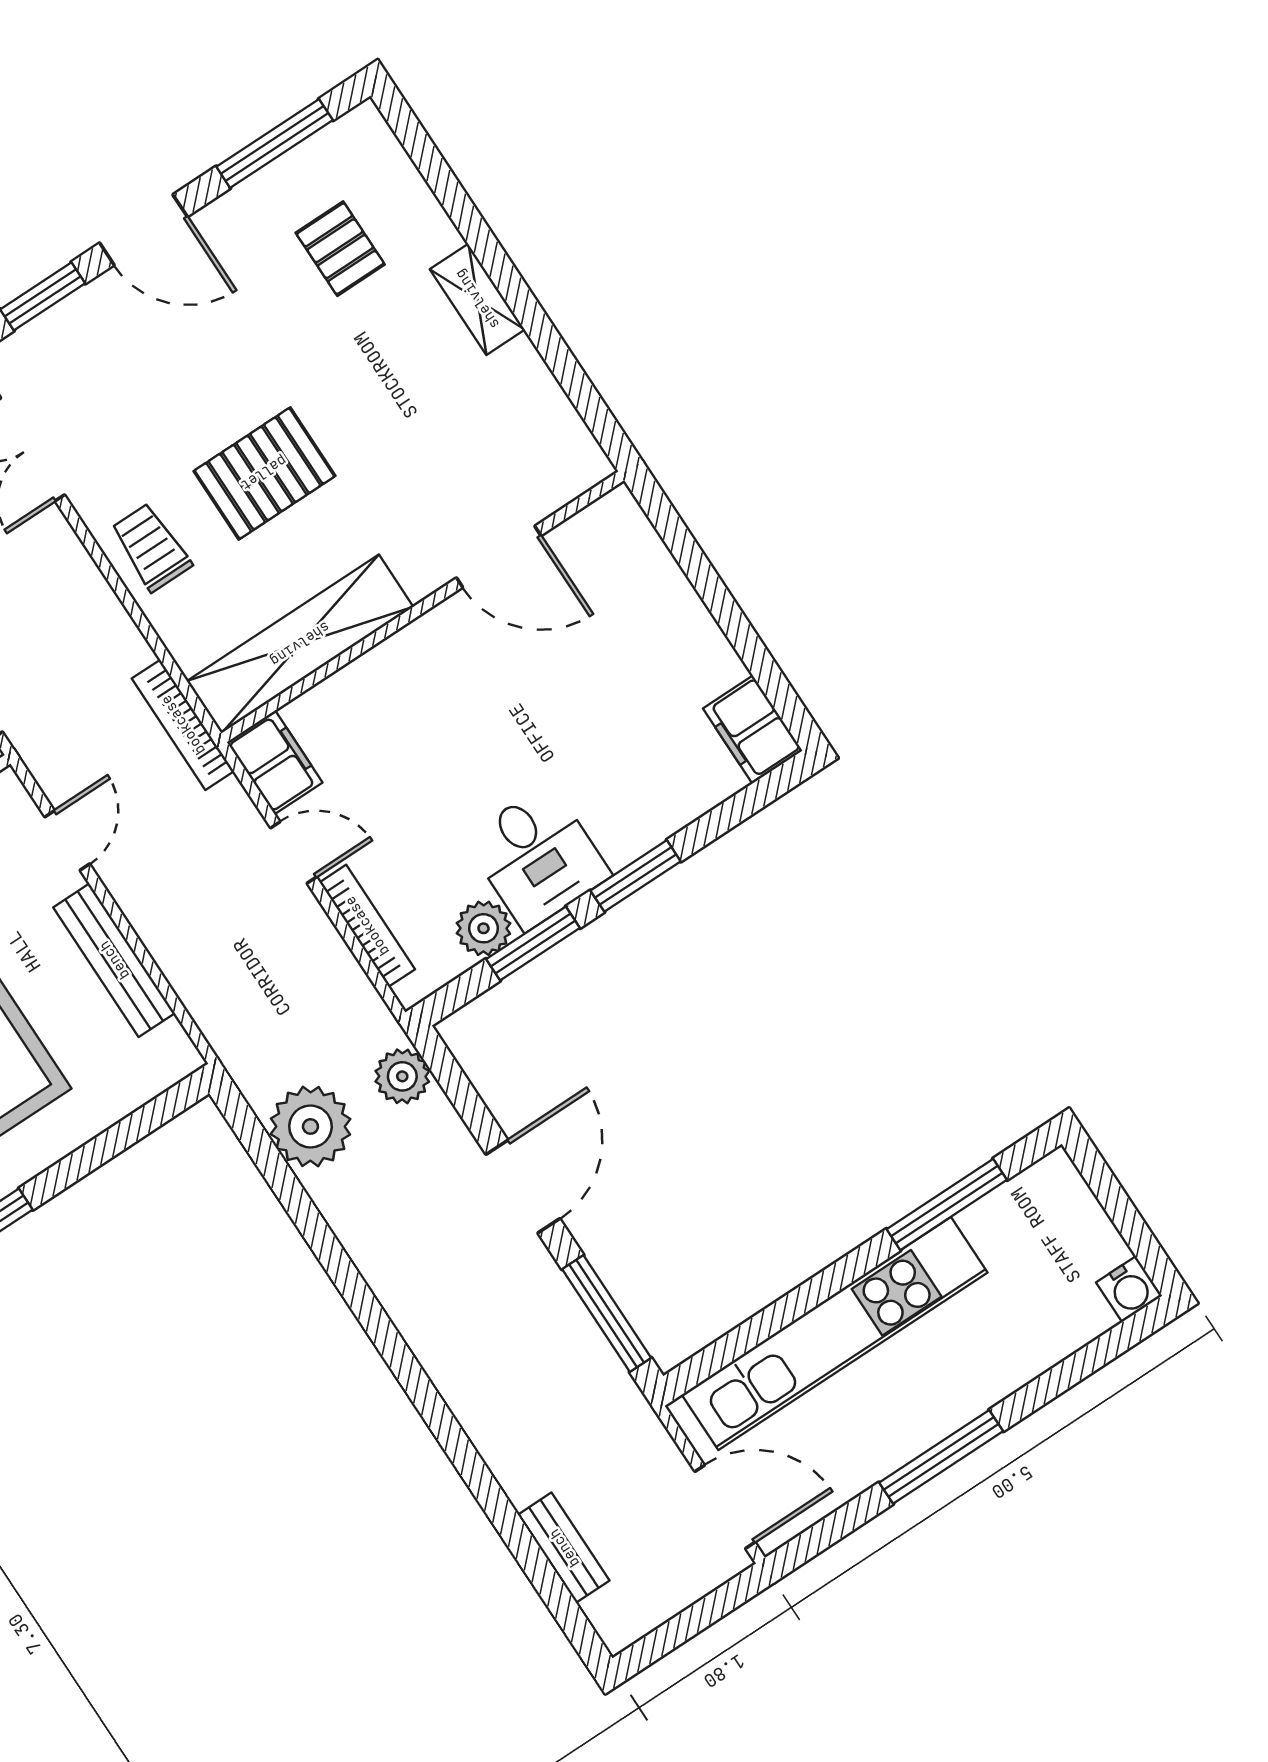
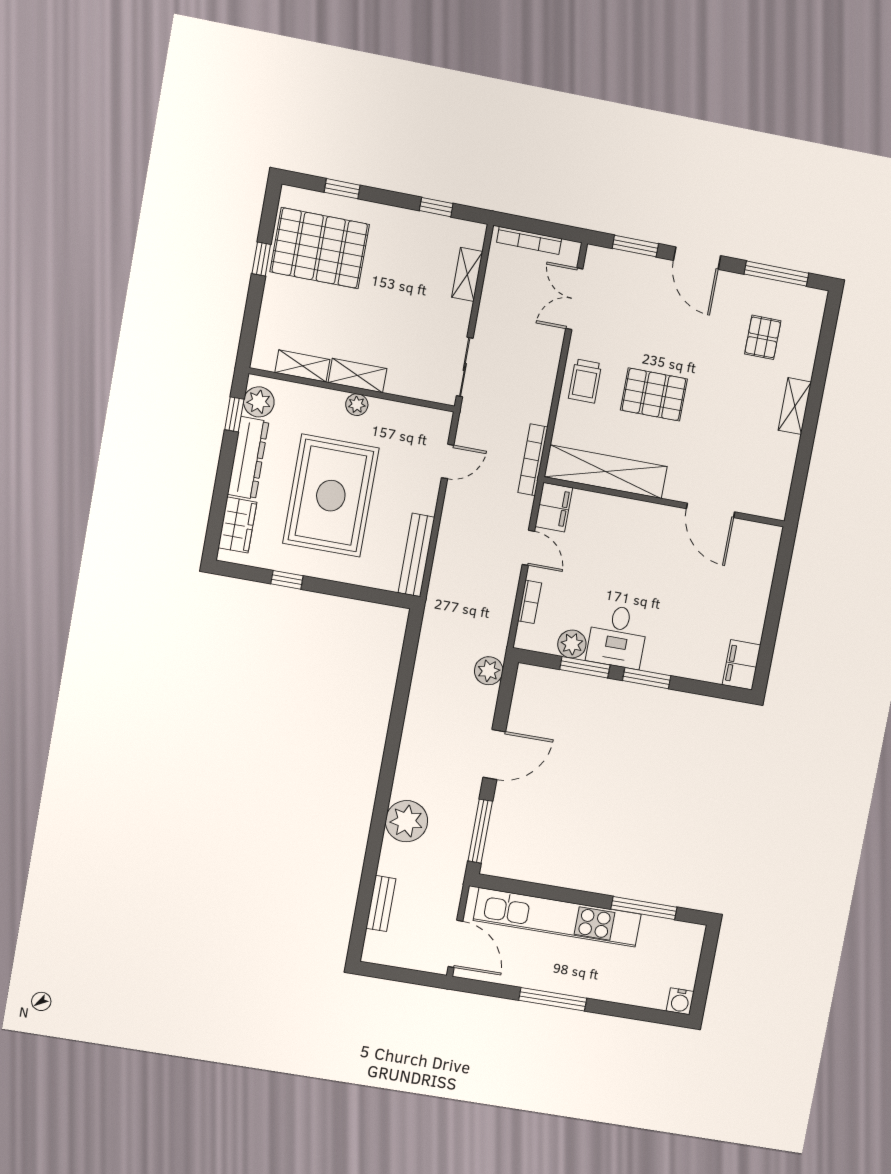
trolley: (151, 547) -> (585, 381), turned 180
bookcase: (367, 926) -> (530, 602), width x0.64
bench: (114, 960) -> (416, 555), moved
plant: (310, 1126) -> (406, 821), moved

